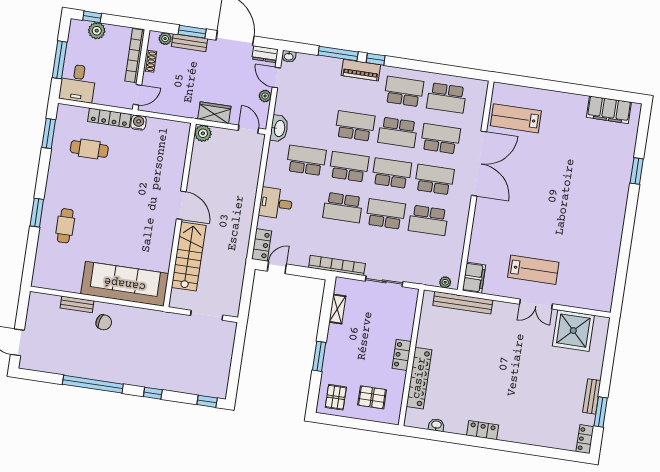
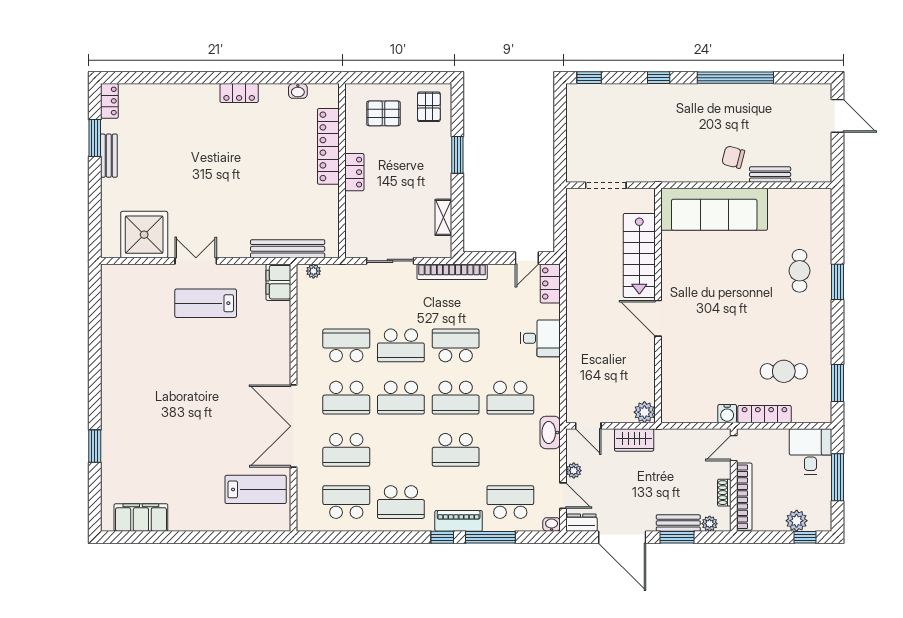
school desk: (398, 132) -> (510, 502), moved

